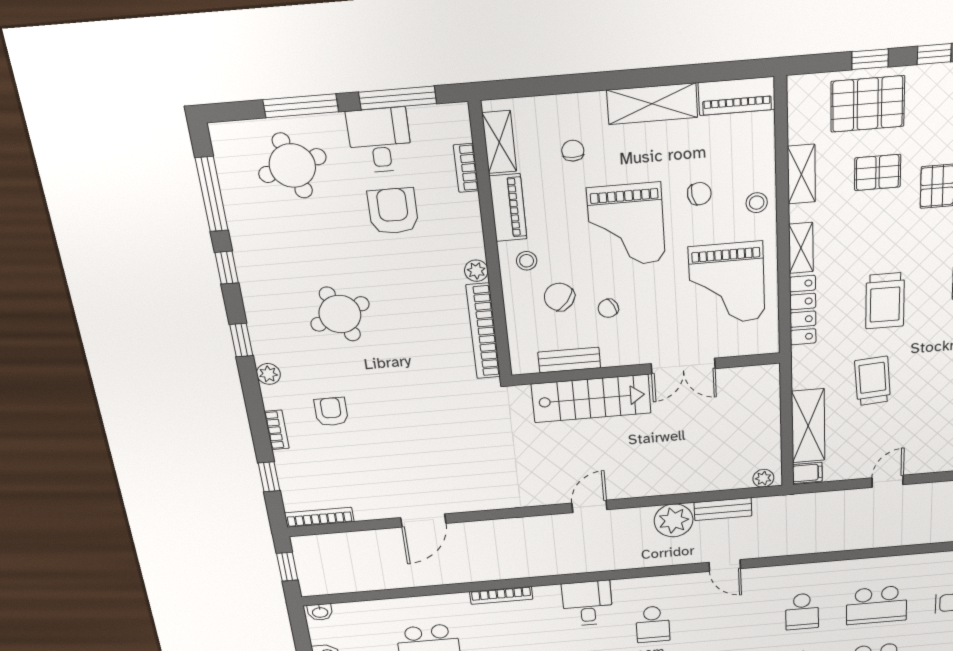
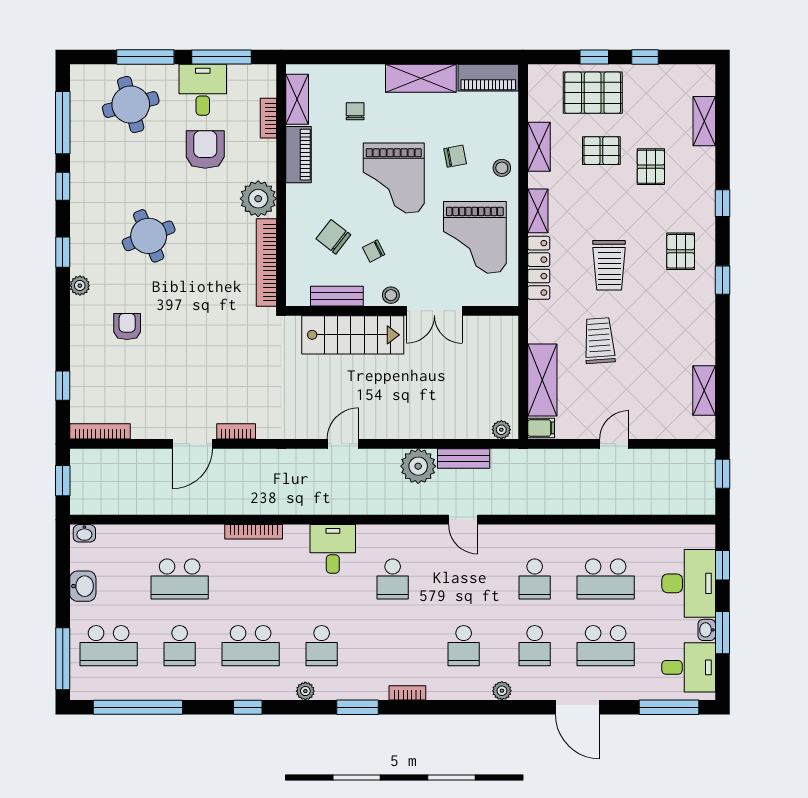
stool: (527, 261) -> (391, 295), moved
plant: (476, 271) -> (258, 199), width x1.87, depth x1.87
bookcase: (277, 430) -> (236, 431), moved, turned -90

